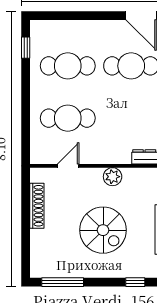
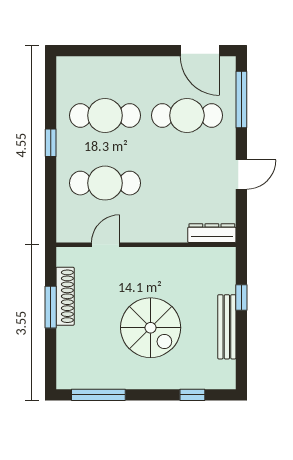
window: (26, 48) -> (51, 143), moved
plant: (113, 177) -> (163, 259), removed
window: (26, 214) -> (51, 307), added

